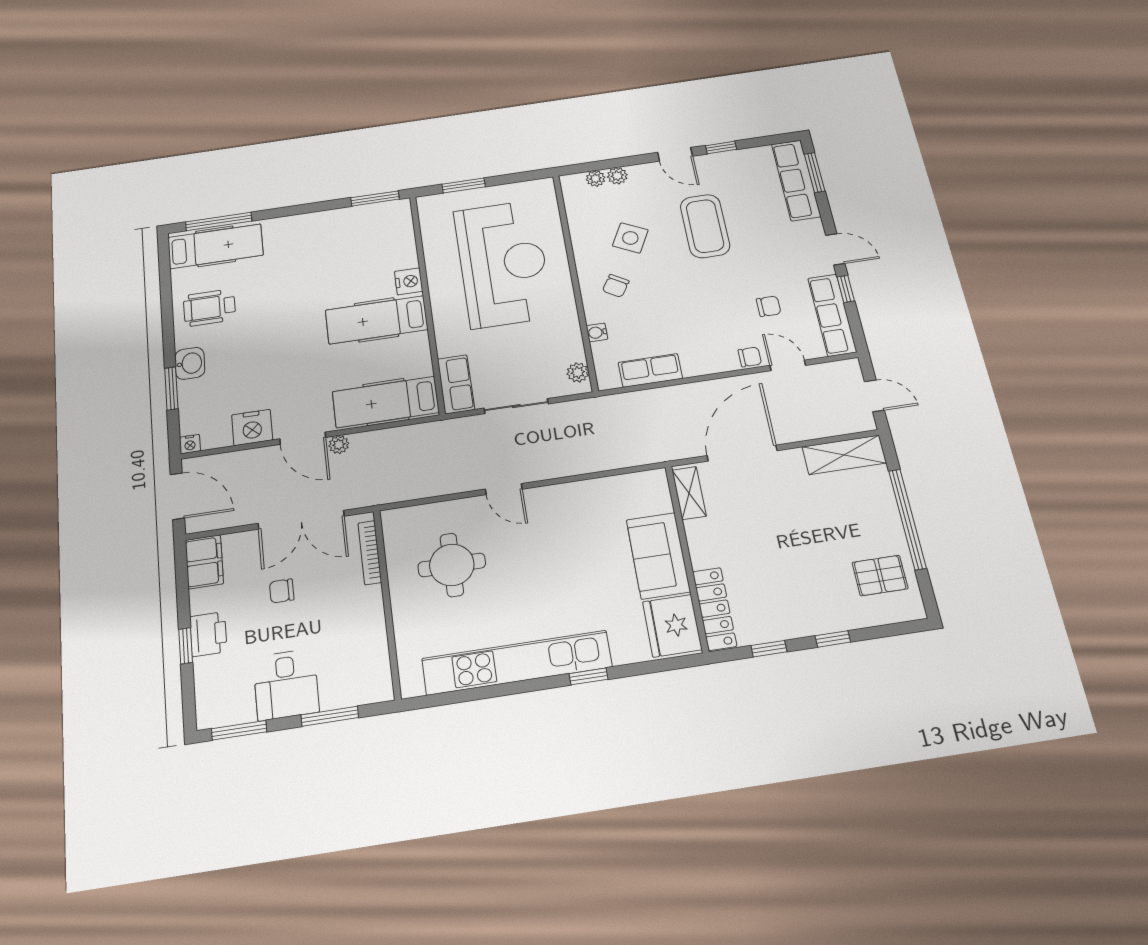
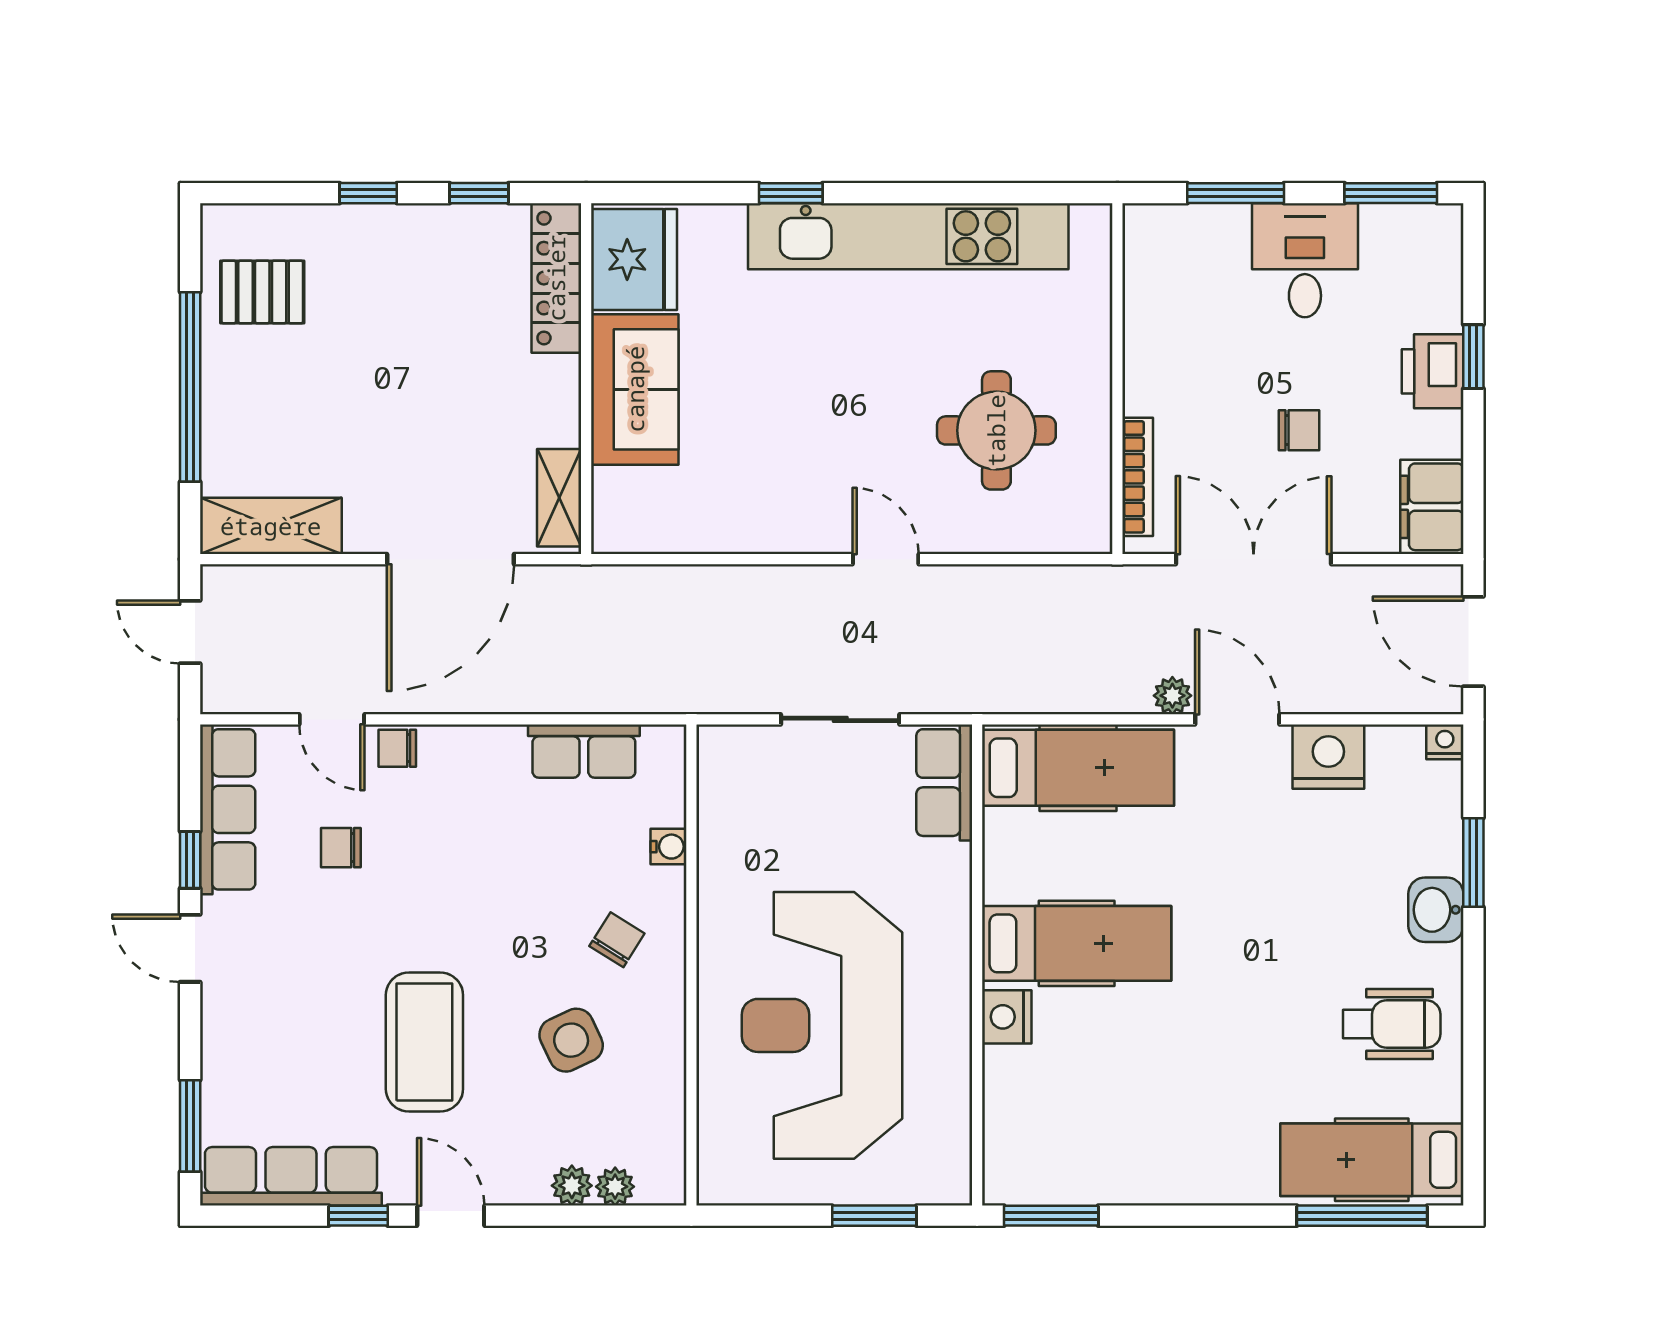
row of seats: (796, 180) -> (291, 1176), moved, turned -90
side table: (630, 238) -> (571, 1040), turned 38
plant: (578, 372) -> (717, 769), removed

